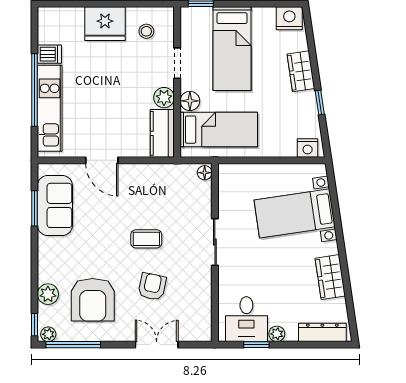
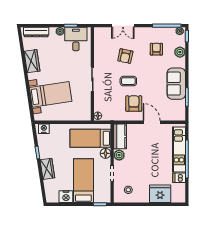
nightstand: (289, 18) -> (66, 197), moved
fridge: (105, 24) -> (160, 194), moved
armchair: (136, 196) -> (134, 104), added
sofa: (55, 205) -> (176, 84), moved
armchair: (93, 300) -> (156, 49), width x0.53, depth x0.53

